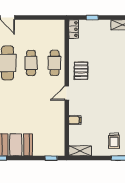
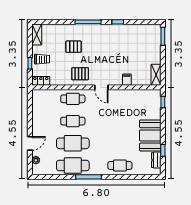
pallet: (110, 64) -> (74, 47), added
trolley: (114, 141) -> (42, 59), moved

